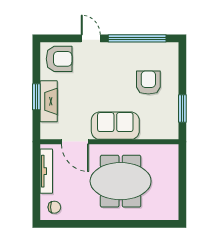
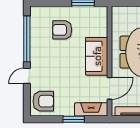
armchair: (59, 59) -> (43, 101), turned 90
fireplace: (49, 101) -> (91, 109), moved

